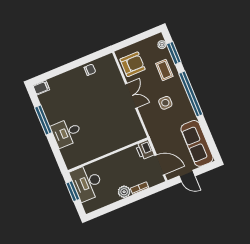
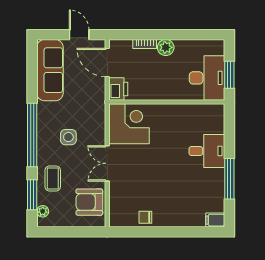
corner desk: (128, 129) -> (129, 124), added

